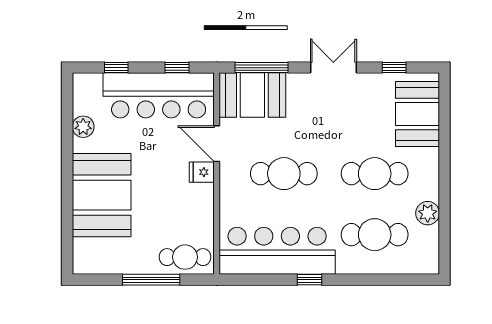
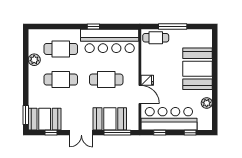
booth: (252, 95) -> (110, 119), moved
window: (445, 103) -> (26, 115), added
booth: (418, 114) -> (45, 119), moved, turned 90

